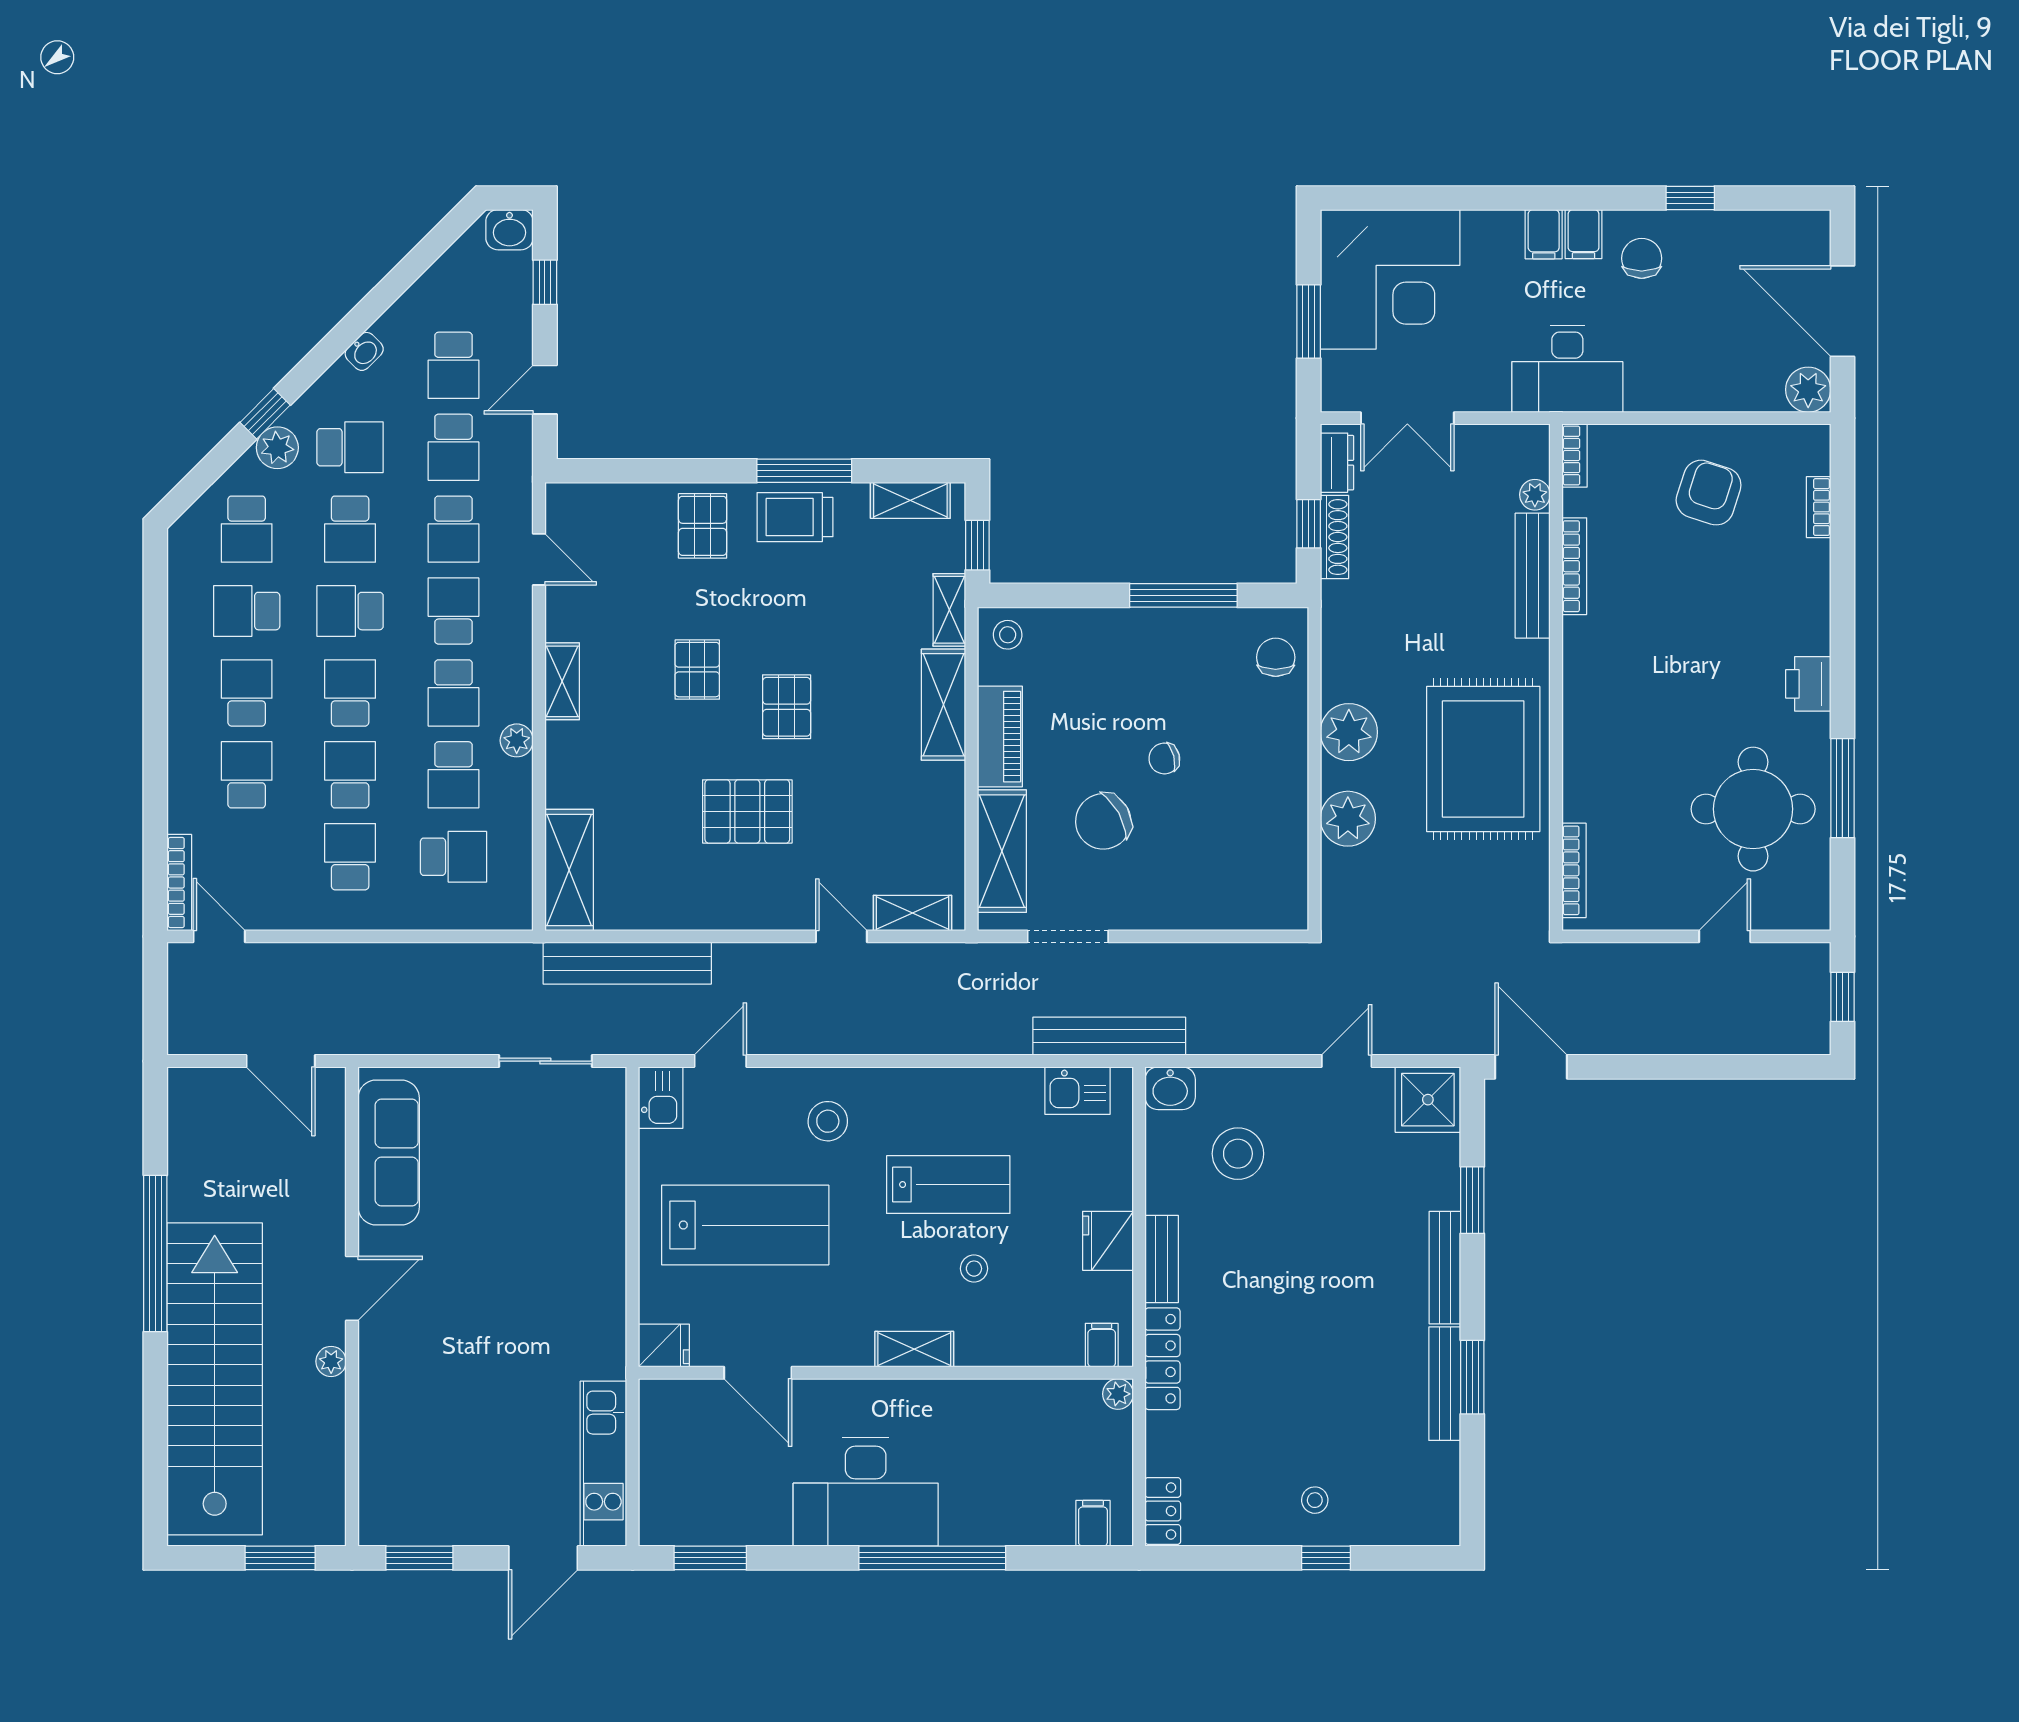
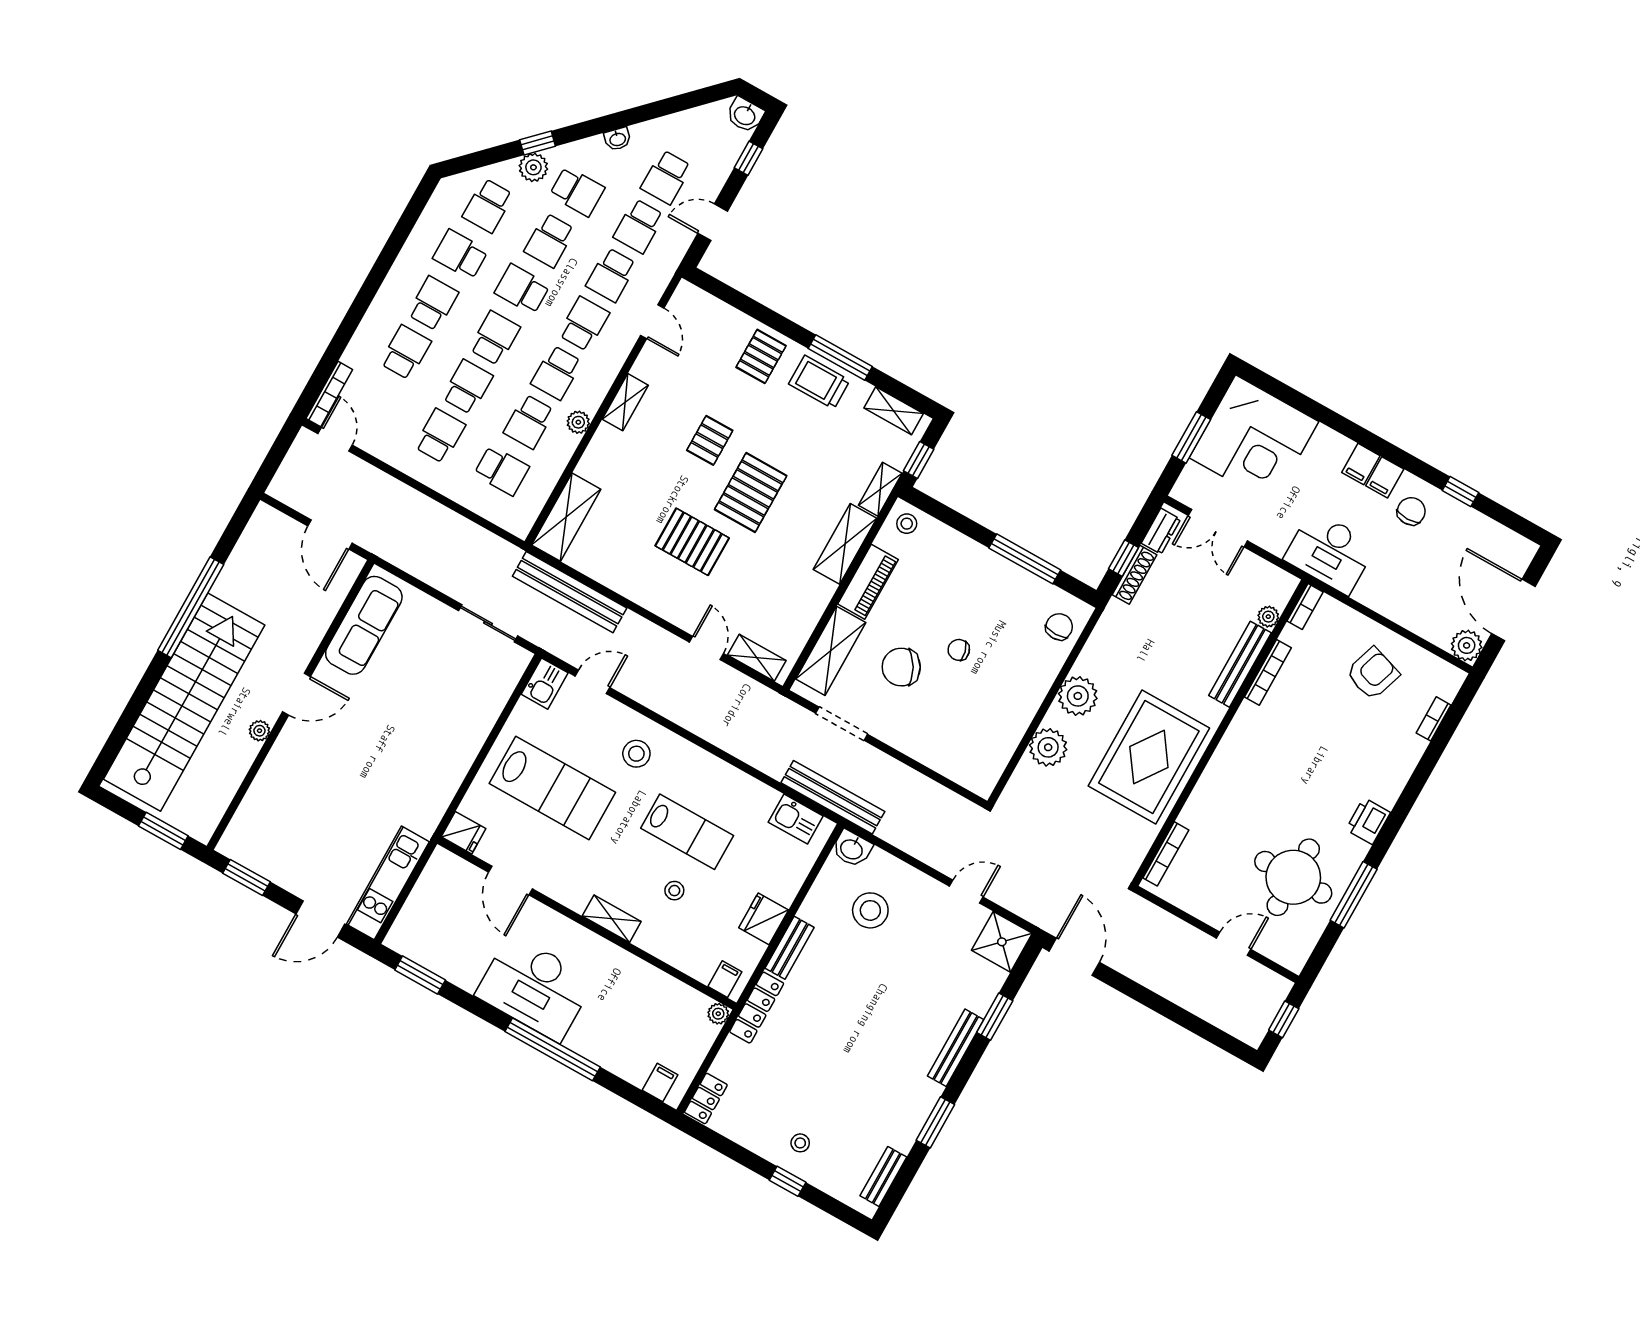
pallet: (787, 707) -> (751, 493), width x1.50, depth x1.42
bench: (1445, 1384) -> (883, 1176), moved, width x0.73

